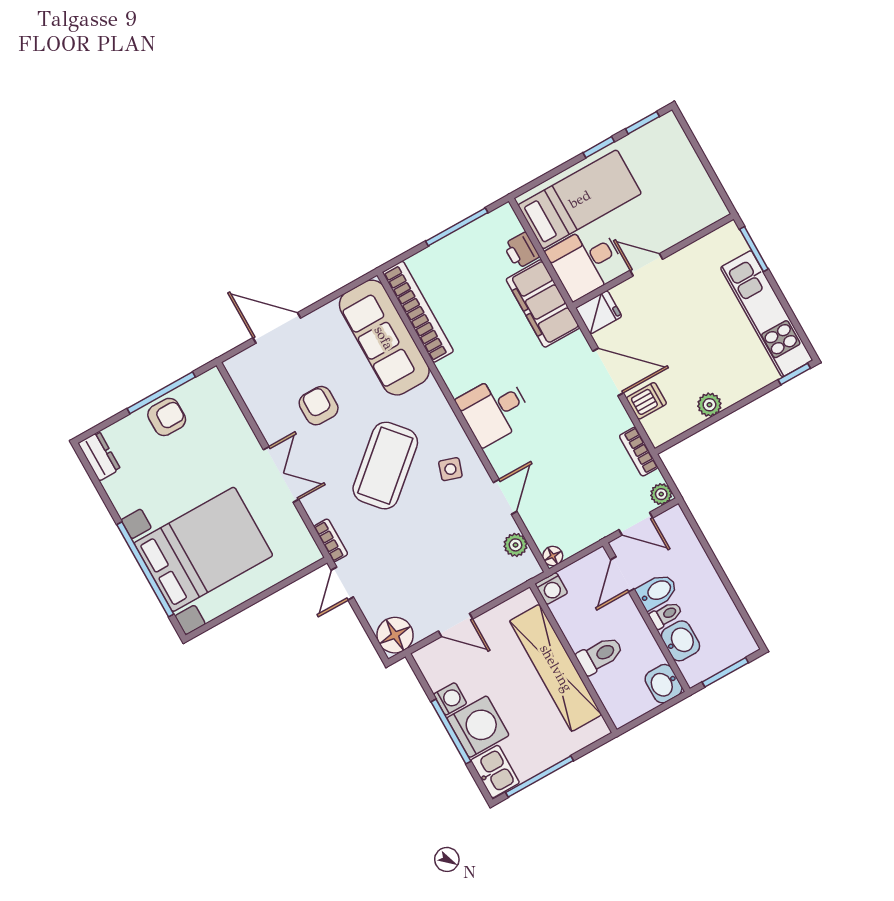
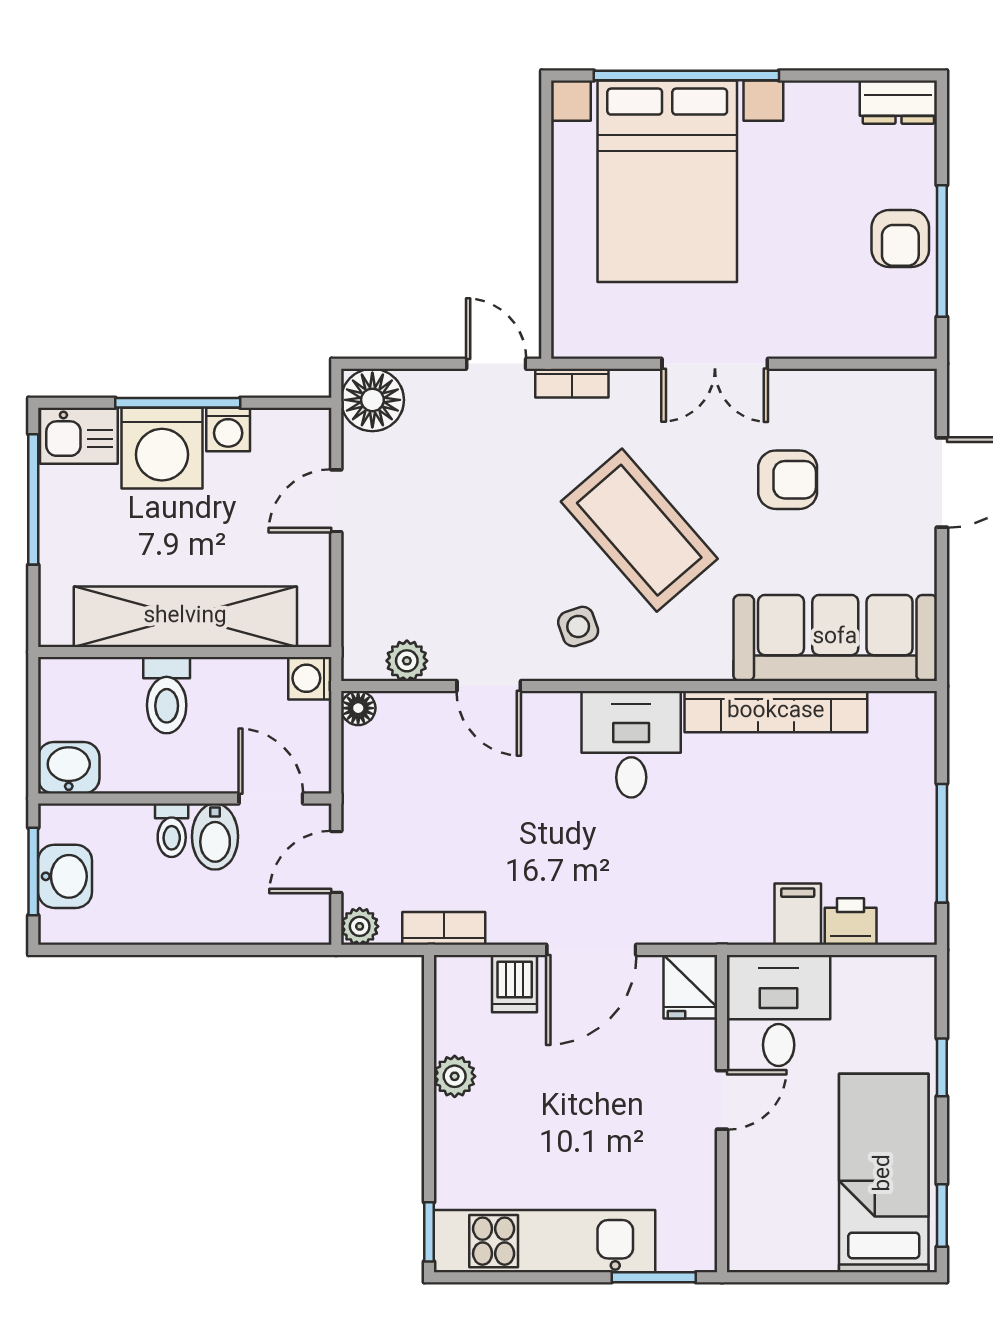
window: (599, 147) -> (942, 1067), moved
bed: (580, 199) -> (884, 1173), moved, turned 180
filing cabinet: (543, 303) -> (798, 914), width x0.33, depth x0.86
bookcase: (418, 312) -> (776, 712), moved
side table: (450, 469) -> (578, 626), turned -37
washbasin: (680, 641) -> (65, 876), moved, turned -90

